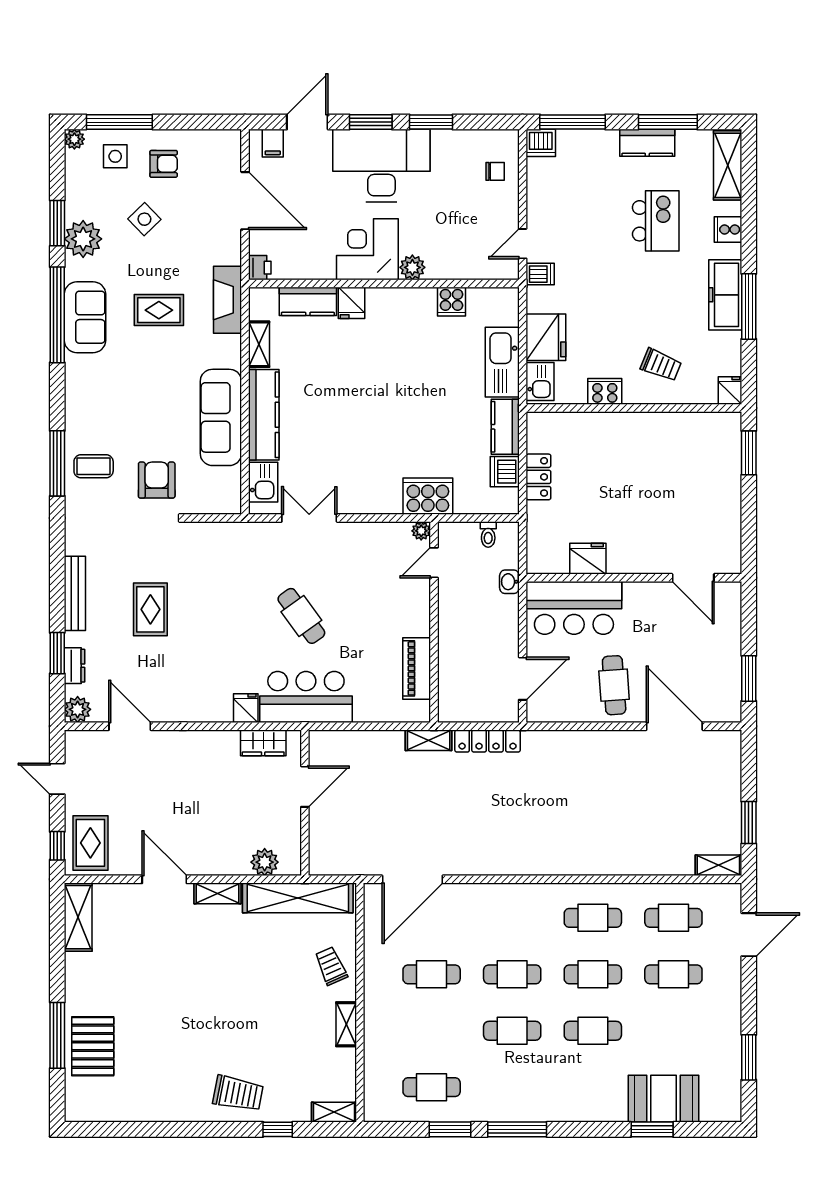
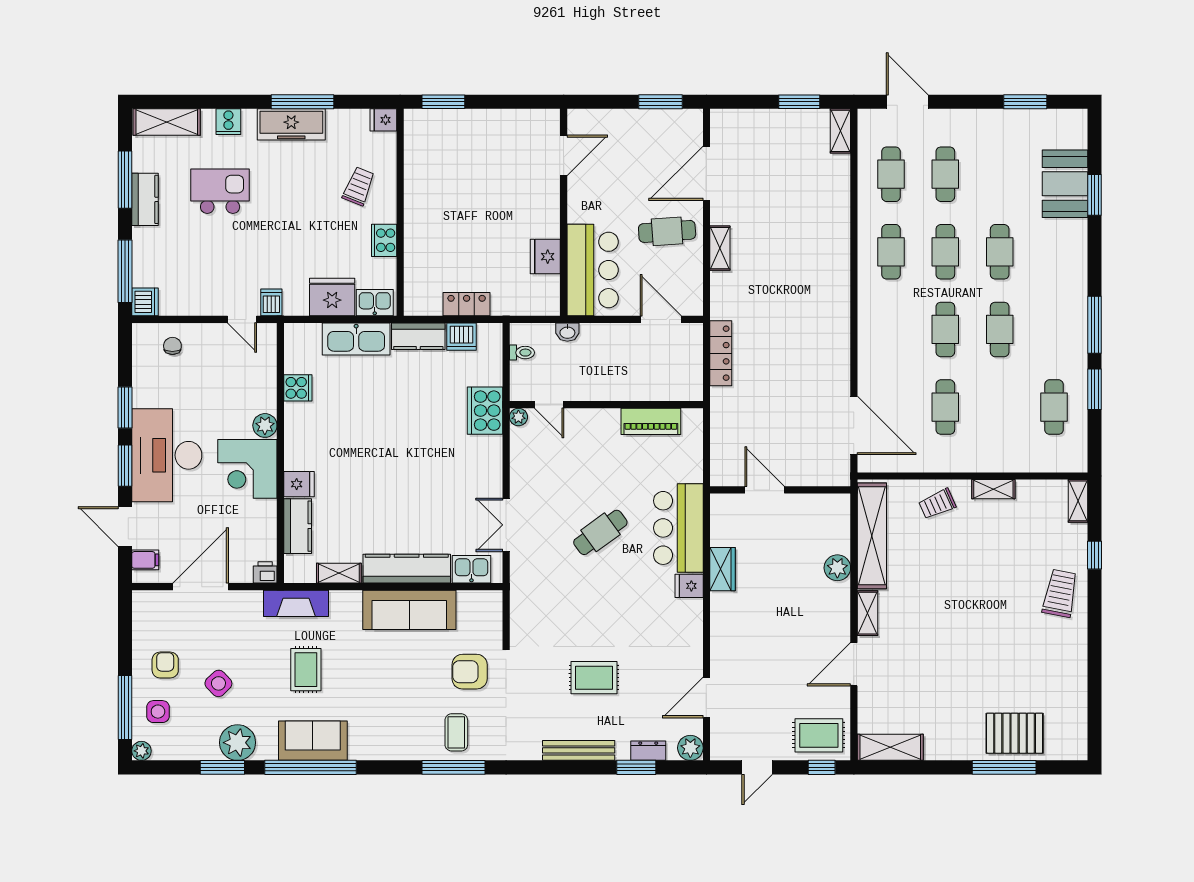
shelving: (429, 740) -> (720, 248), moved
door: (305, 787) -> (765, 490), moved
wall: (305, 803) -> (780, 490), moved

